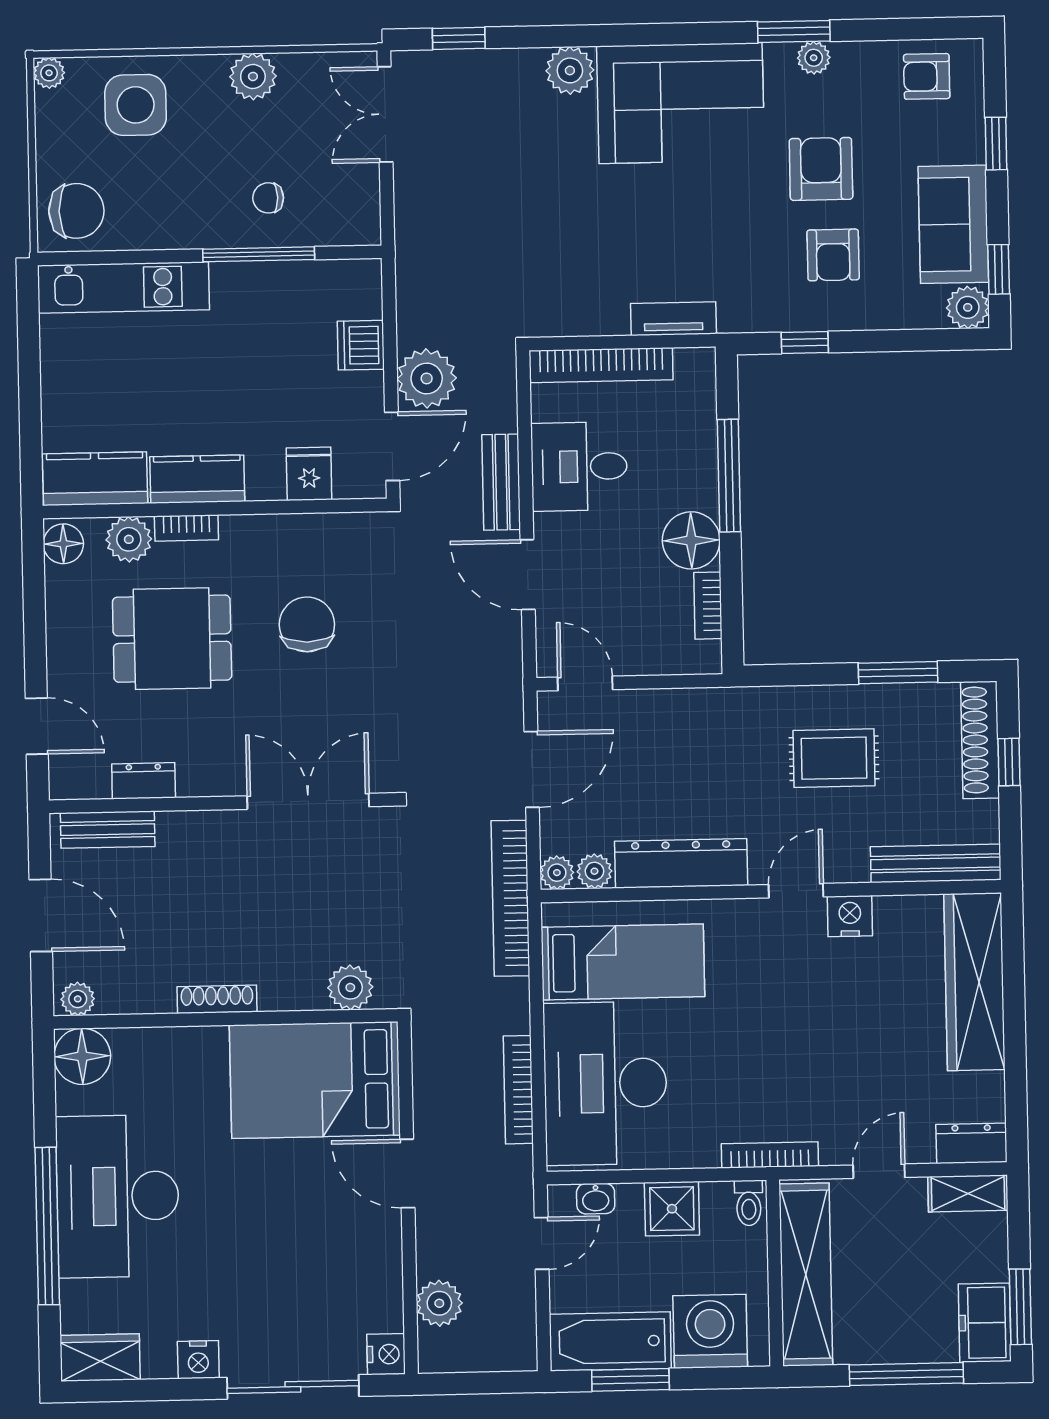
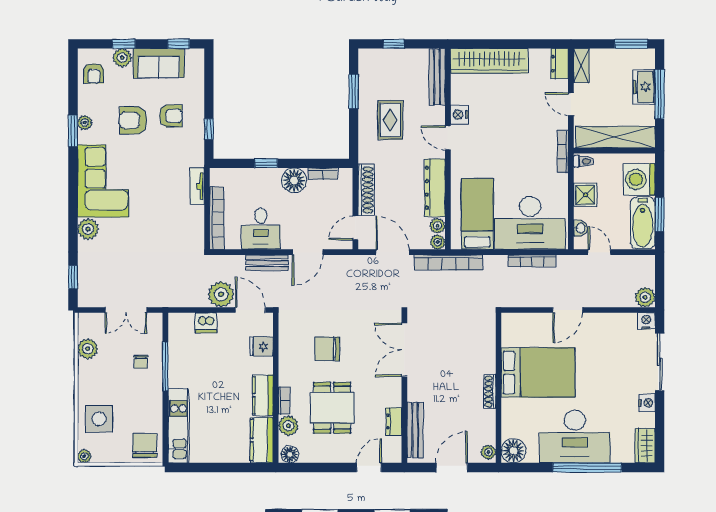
plant: (253, 76) -> (88, 349), moved
double door: (385, 114) -> (126, 310), moved
plant: (968, 307) -> (122, 58), moved
window: (729, 476) -> (266, 163), width x0.46
shoe rack: (980, 740) -> (366, 190), moved, turned -90
bench: (108, 830) -> (415, 430), width x1.36
plant: (350, 987) -> (486, 333), removed
bed: (315, 1080) -> (538, 373), moved, turned -90
plant: (439, 1303) -> (645, 297), moved
freezer: (985, 1323) -> (644, 87), moved, turned 90

